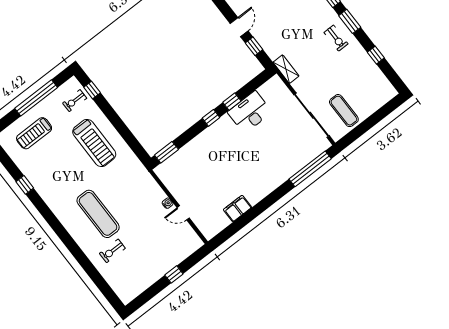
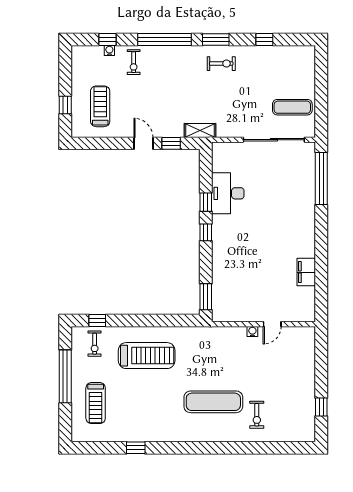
shelving: (286, 69) -> (200, 130), moved
window: (174, 274) -> (321, 407), moved

